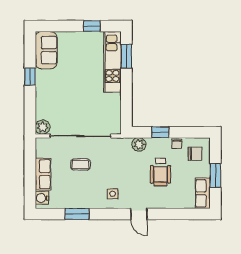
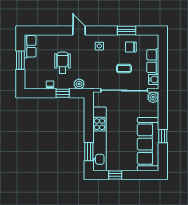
sofa: (46, 50) -> (148, 144), width x1.85, depth x1.27
kitchen unit: (112, 62) -> (99, 139), width x1.36
chair: (195, 154) -> (131, 47), moved
water cooler: (42, 198) -> (154, 79), moved

